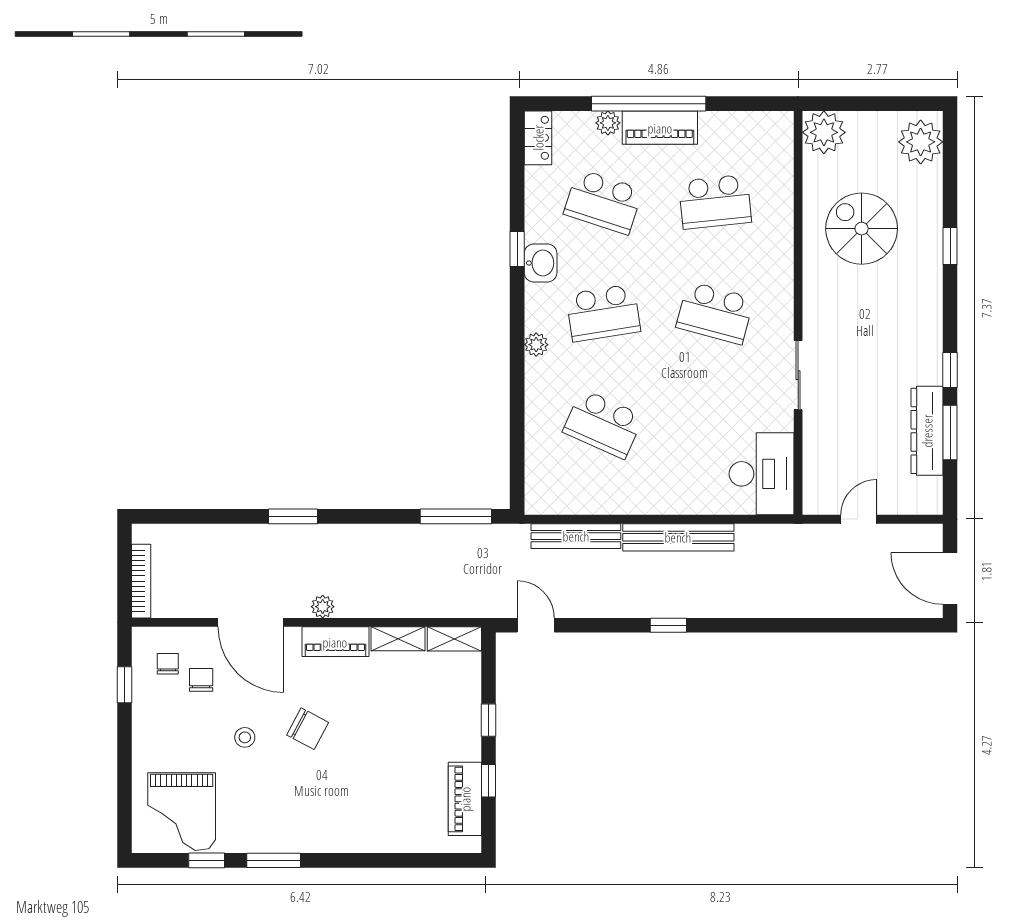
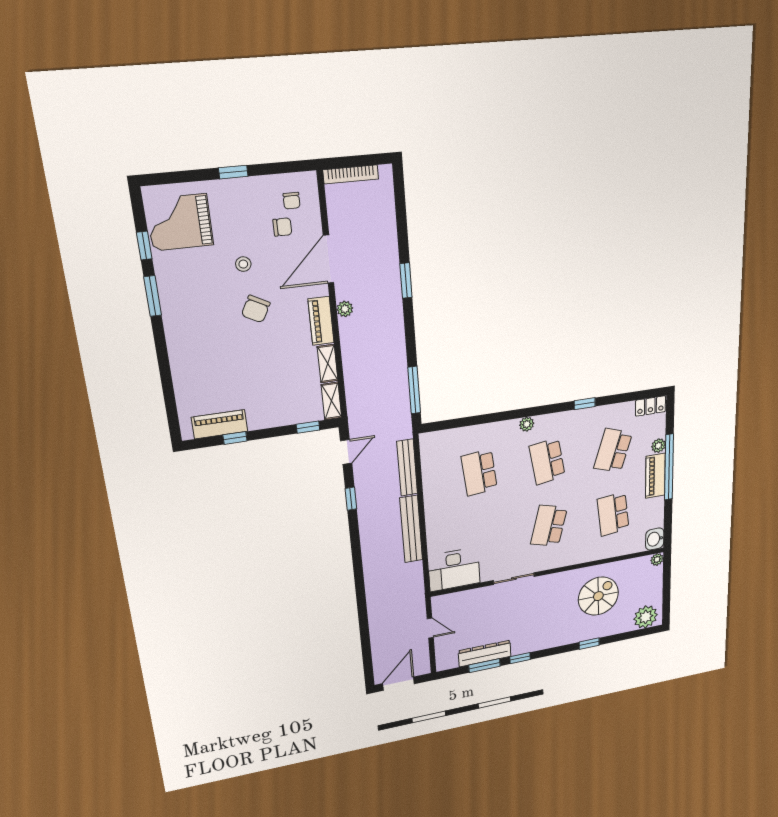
plant: (824, 132) -> (657, 559), width x0.53, depth x0.53
washbasin: (541, 263) -> (655, 539), moved, turned 90
school desk: (603, 424) -> (479, 473), turned -30
window: (668, 625) -> (351, 499), moved
chair: (168, 664) -> (292, 201), turned 90
window: (124, 685) -> (233, 172), moved
window: (489, 720) -> (308, 427), moved

